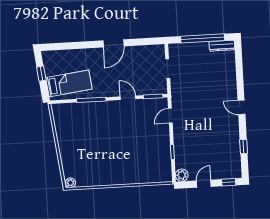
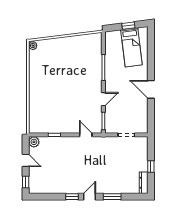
window: (203, 38) -> (151, 166), width x0.32
window: (240, 81) -> (112, 197), added
bed: (69, 83) -> (131, 47), moved
window: (244, 147) -> (72, 197), moved

